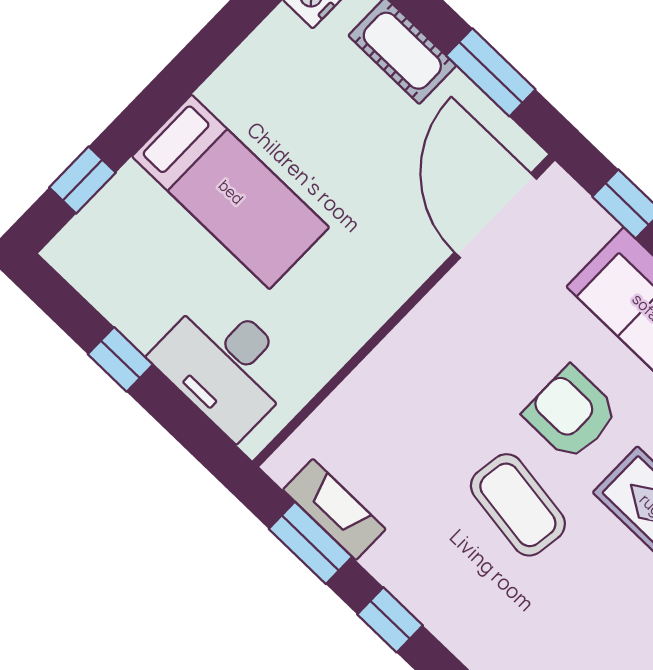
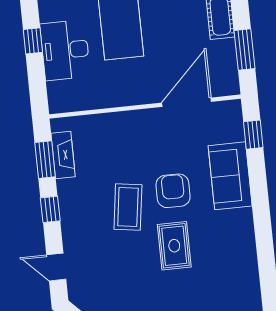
door: (496, 216) -> (187, 102), moved
desk: (225, 365) -> (65, 50), moved

